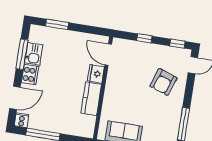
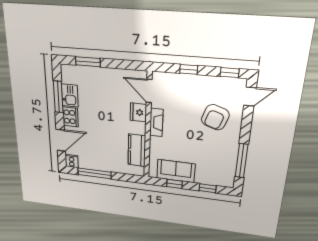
fireplace: (111, 84) -> (156, 122), added
kitchen counter: (91, 99) -> (137, 150), moved

